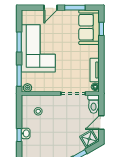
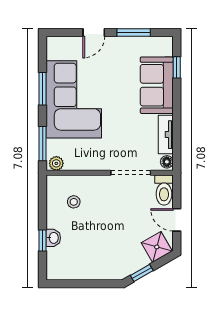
sofa: (89, 27) -> (157, 85), moved
door: (101, 122) -> (177, 220), hinge flipped

